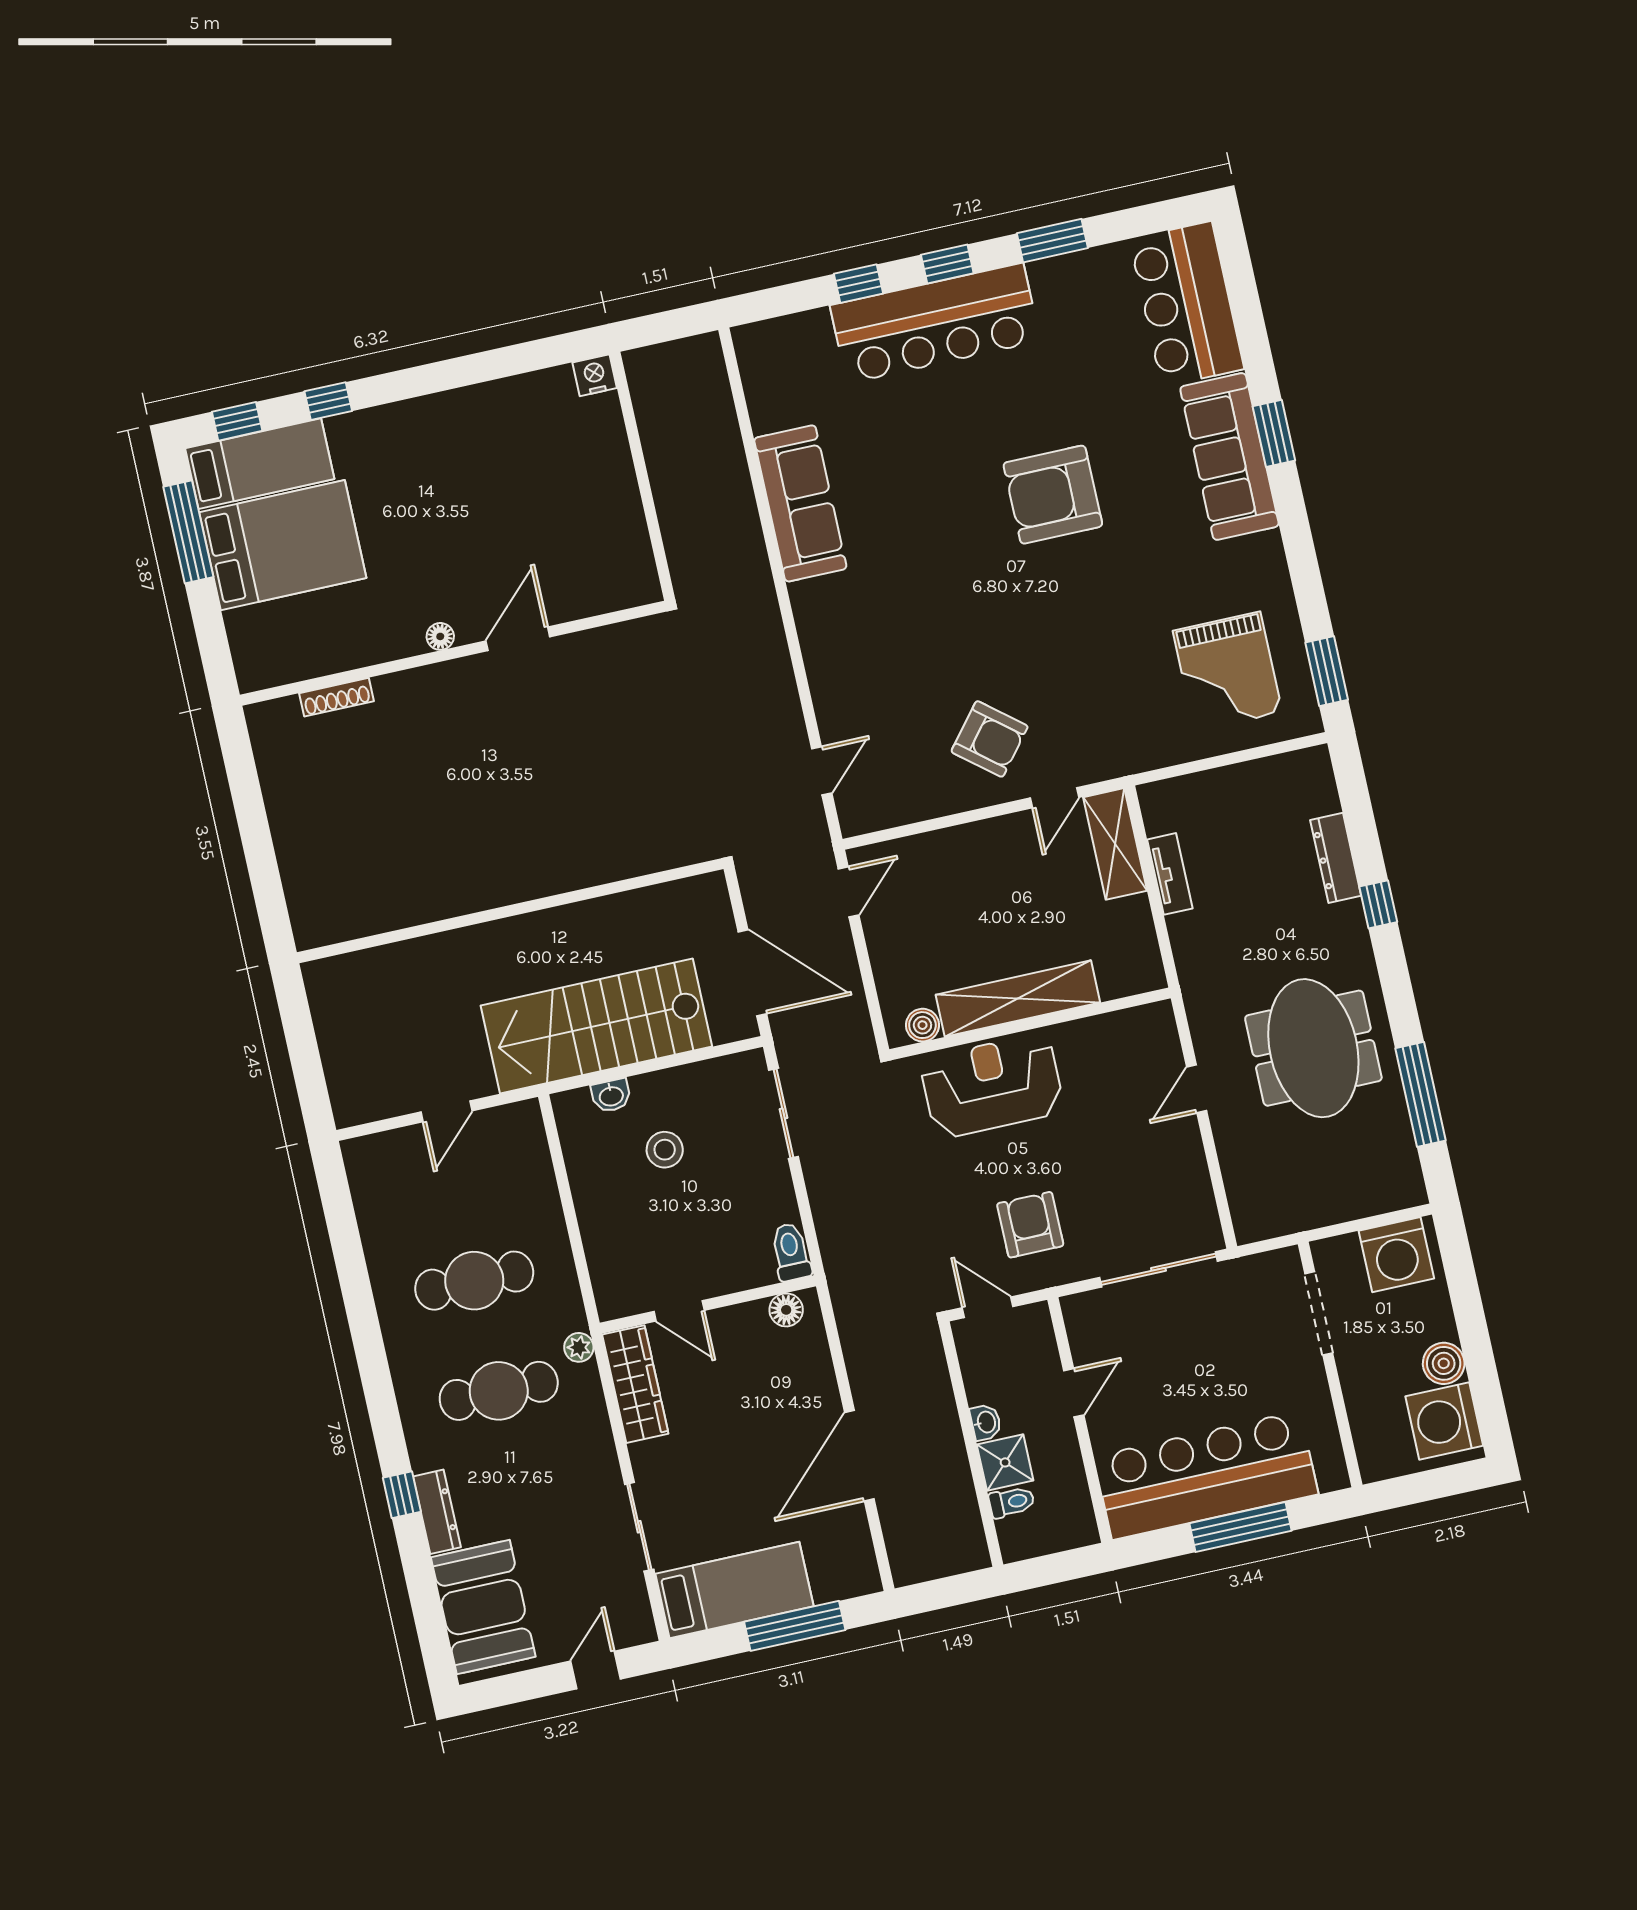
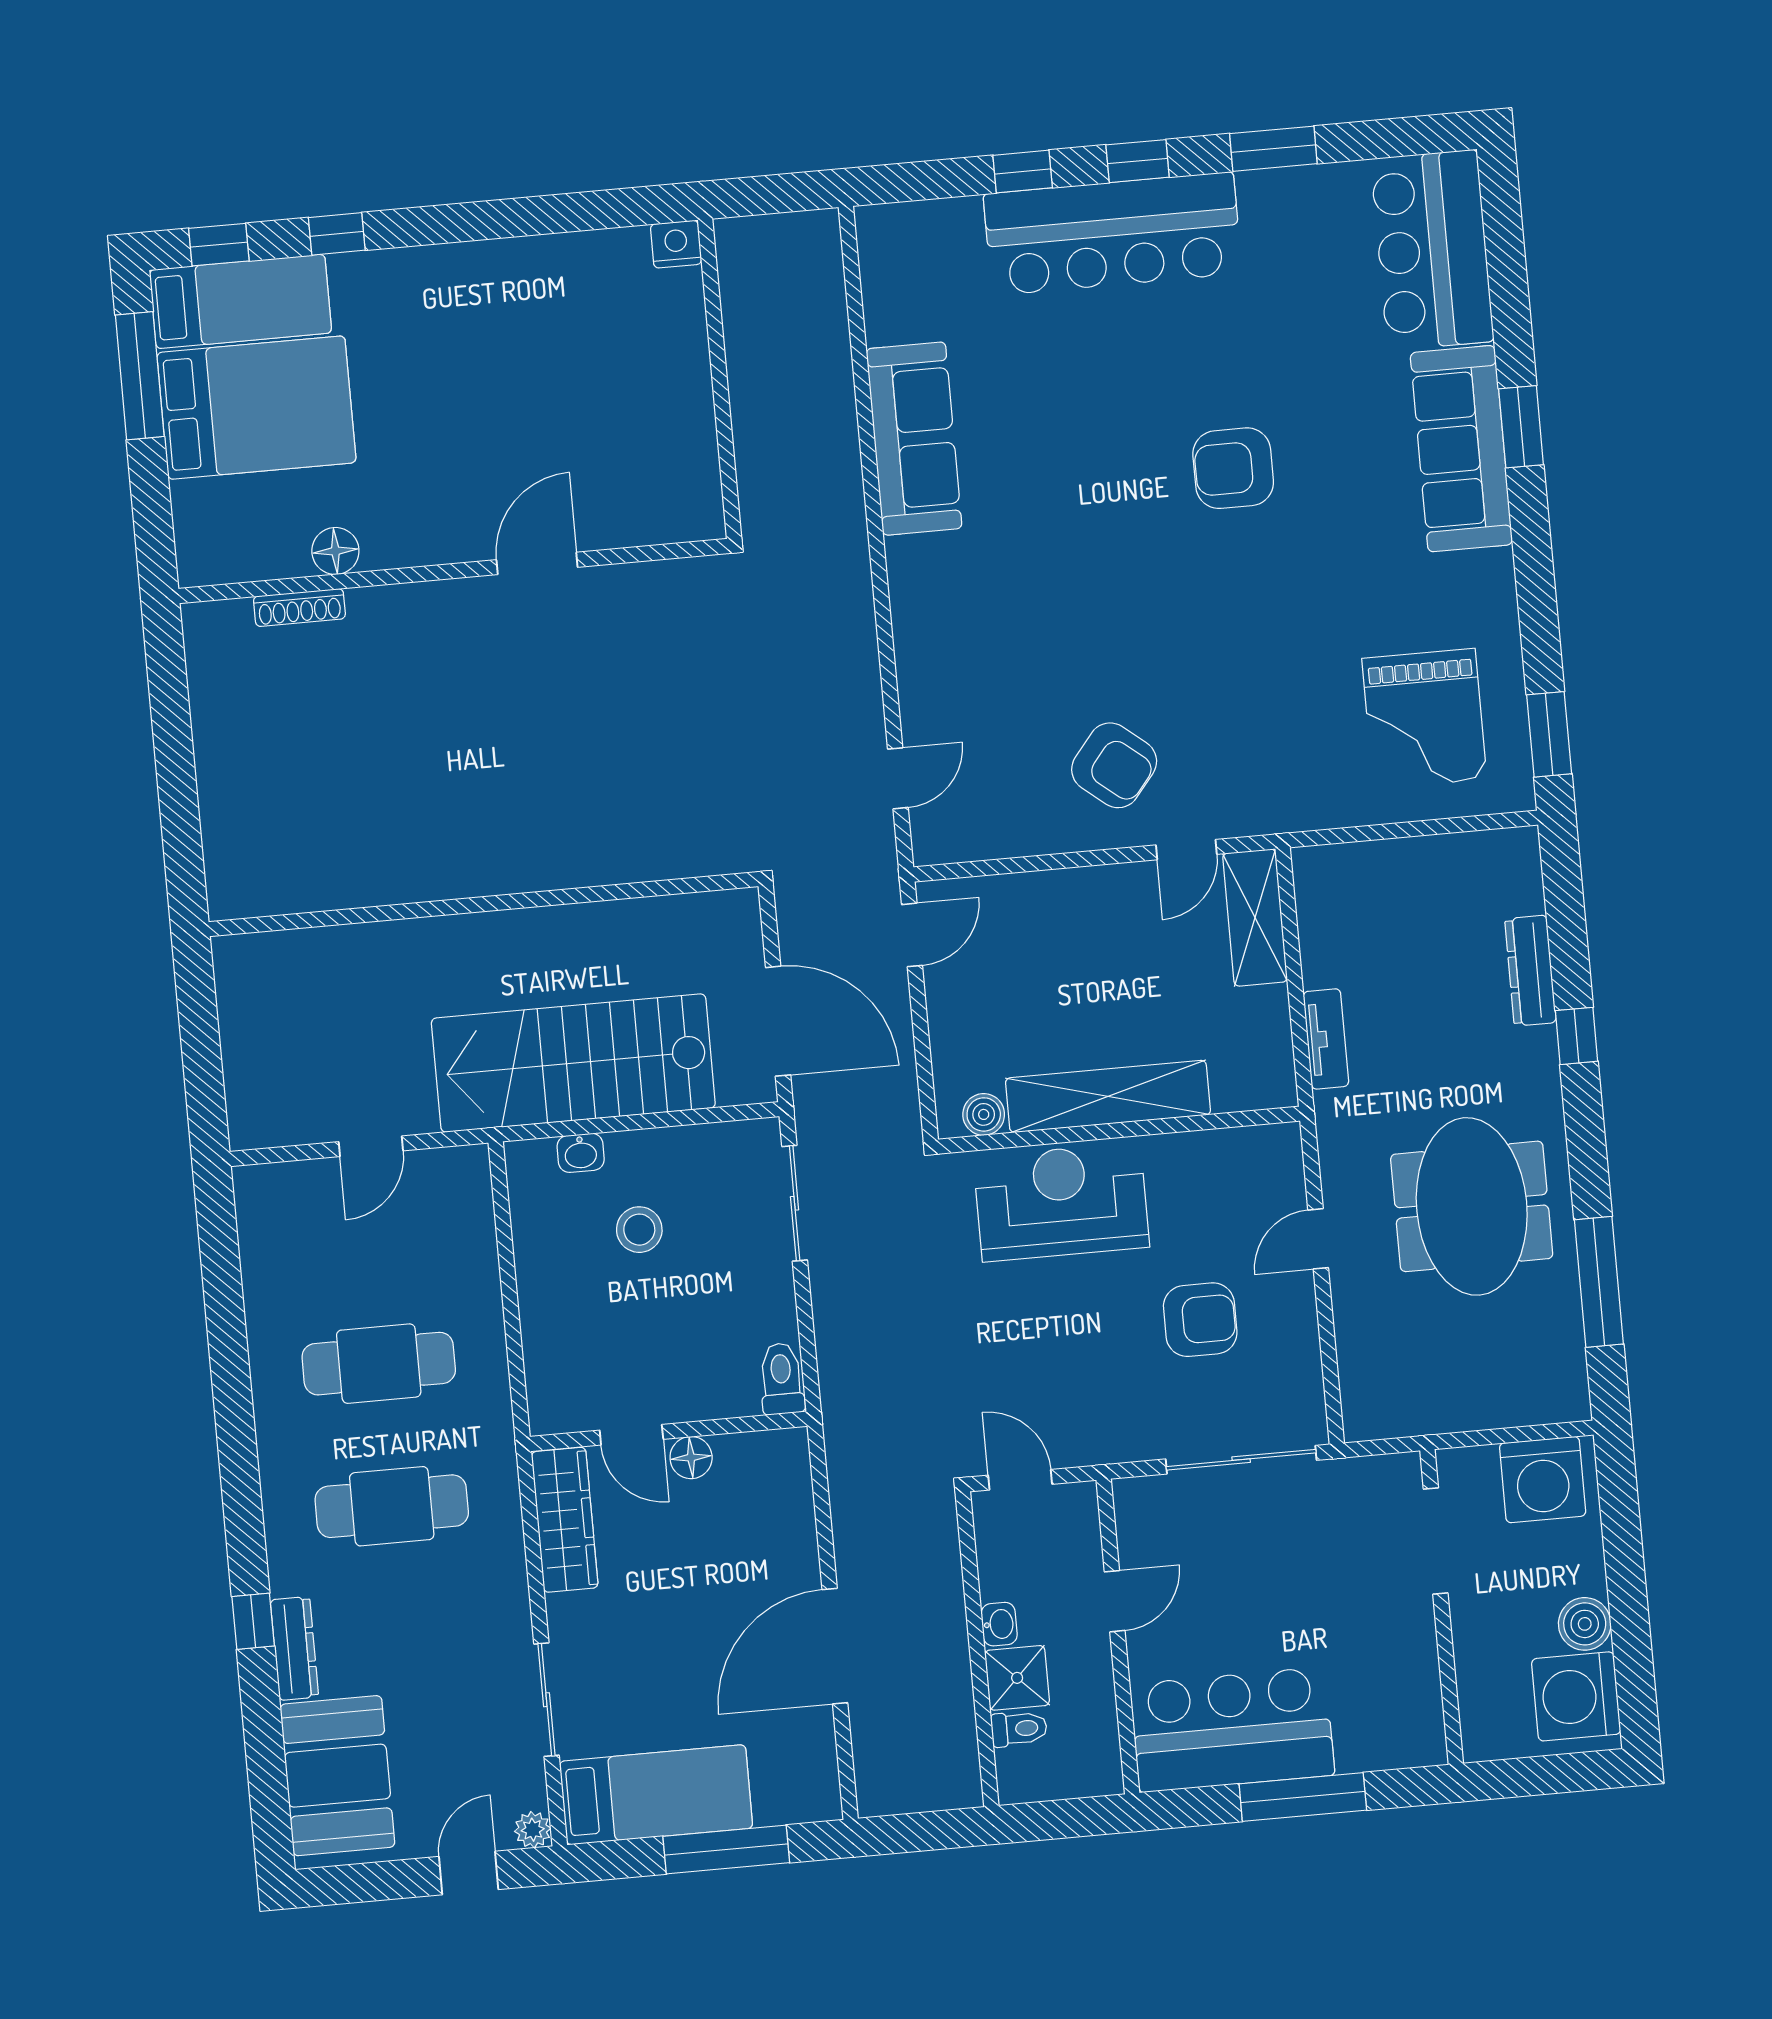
armchair: (1053, 495) -> (1233, 468), width x0.73, depth x0.73
floor lamp: (440, 636) -> (335, 551), moved, width x1.37, depth x1.37
tv unit: (1170, 874) -> (1326, 1039), moved
armchair: (1030, 1225) -> (1200, 1320), moved, turned 90
floor lamp: (786, 1310) -> (691, 1458), moved
plant: (579, 1347) -> (533, 1830), moved
bar counter: (1206, 1475) -> (1232, 1730), width x0.73

